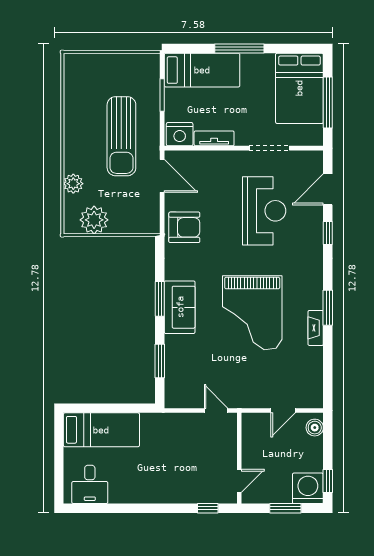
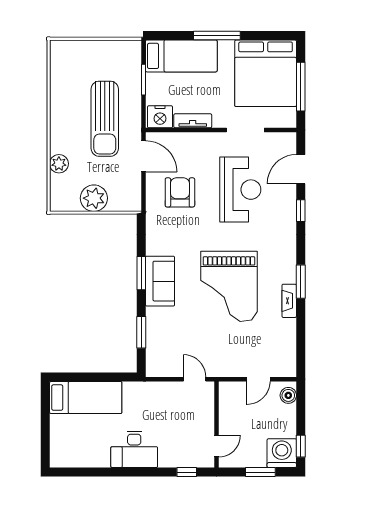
bed: (299, 88) -> (266, 73), width x1.36
plant: (94, 220) -> (94, 198), moved
armchair: (184, 227) -> (180, 192), moved, turned -90
desk: (90, 484) -> (134, 449), moved, width x1.37

